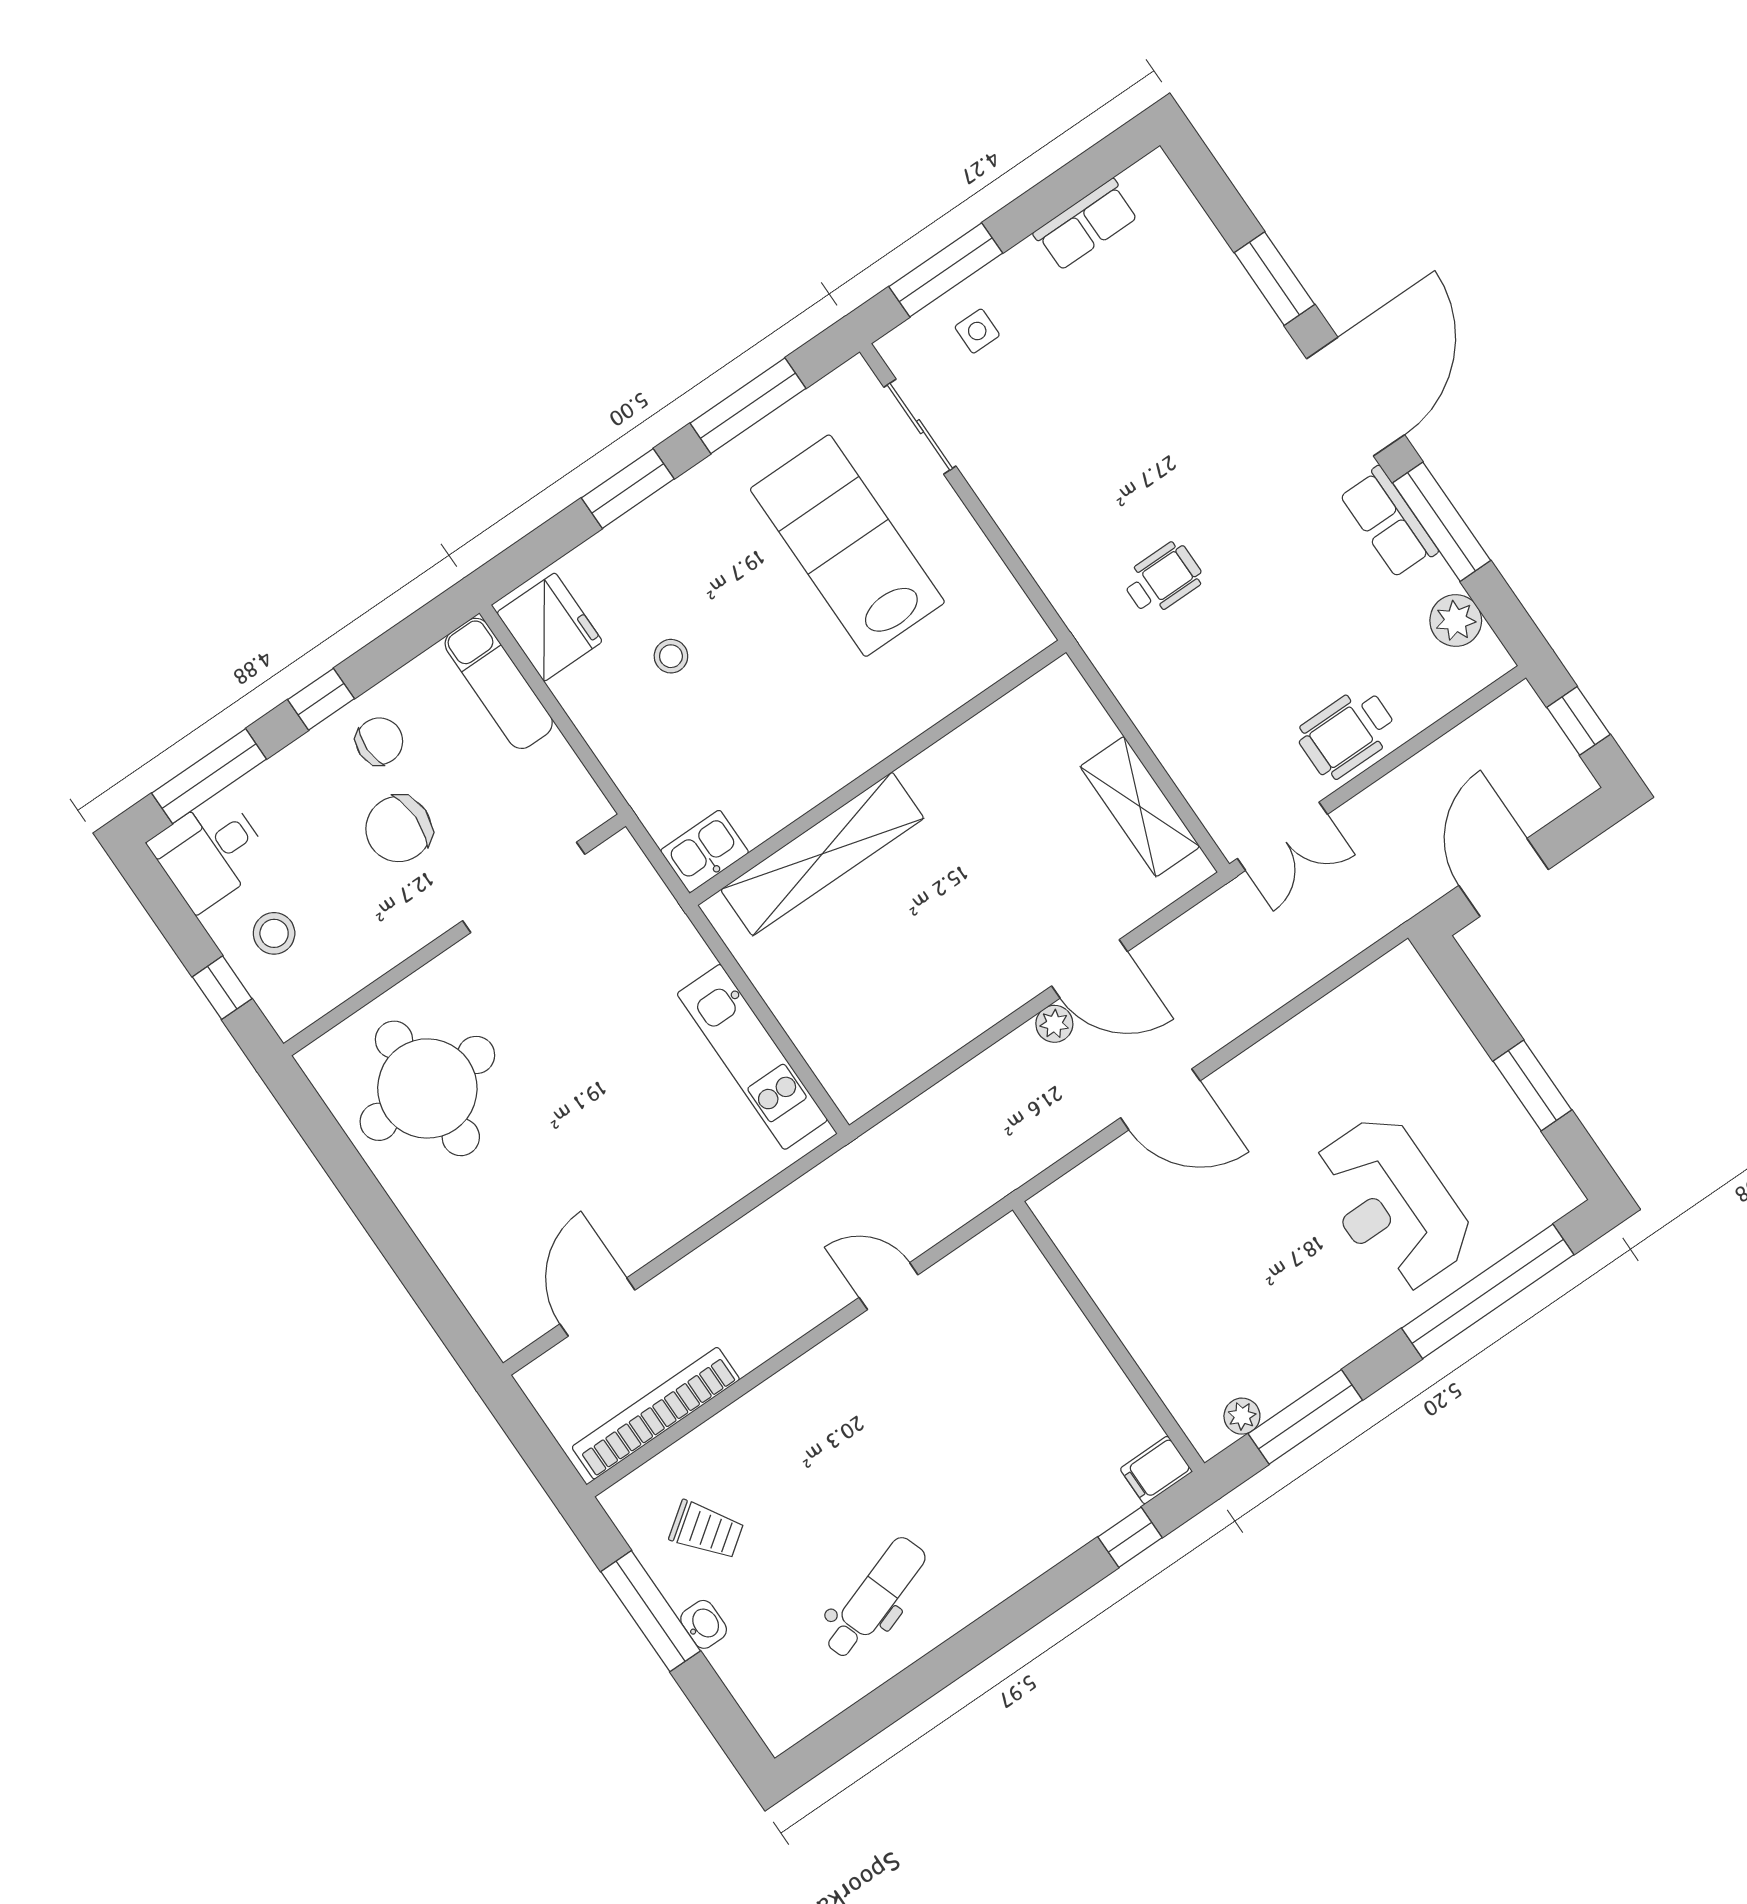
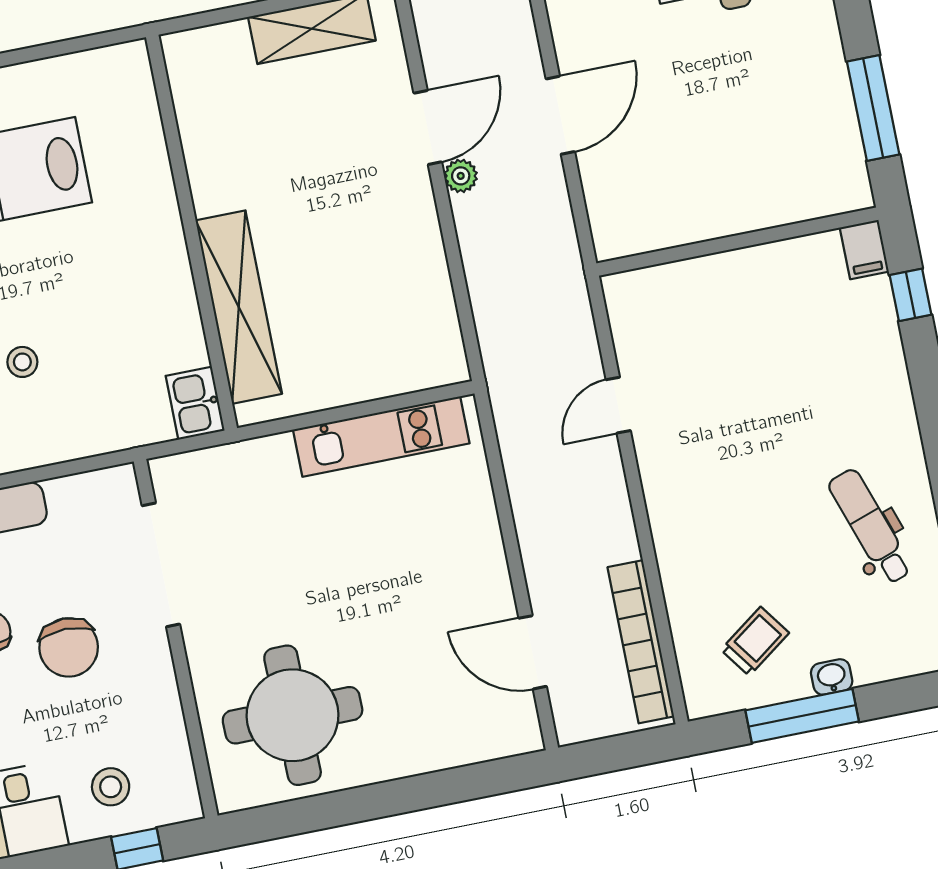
plant: (1242, 1416) -> (850, 160), removed

